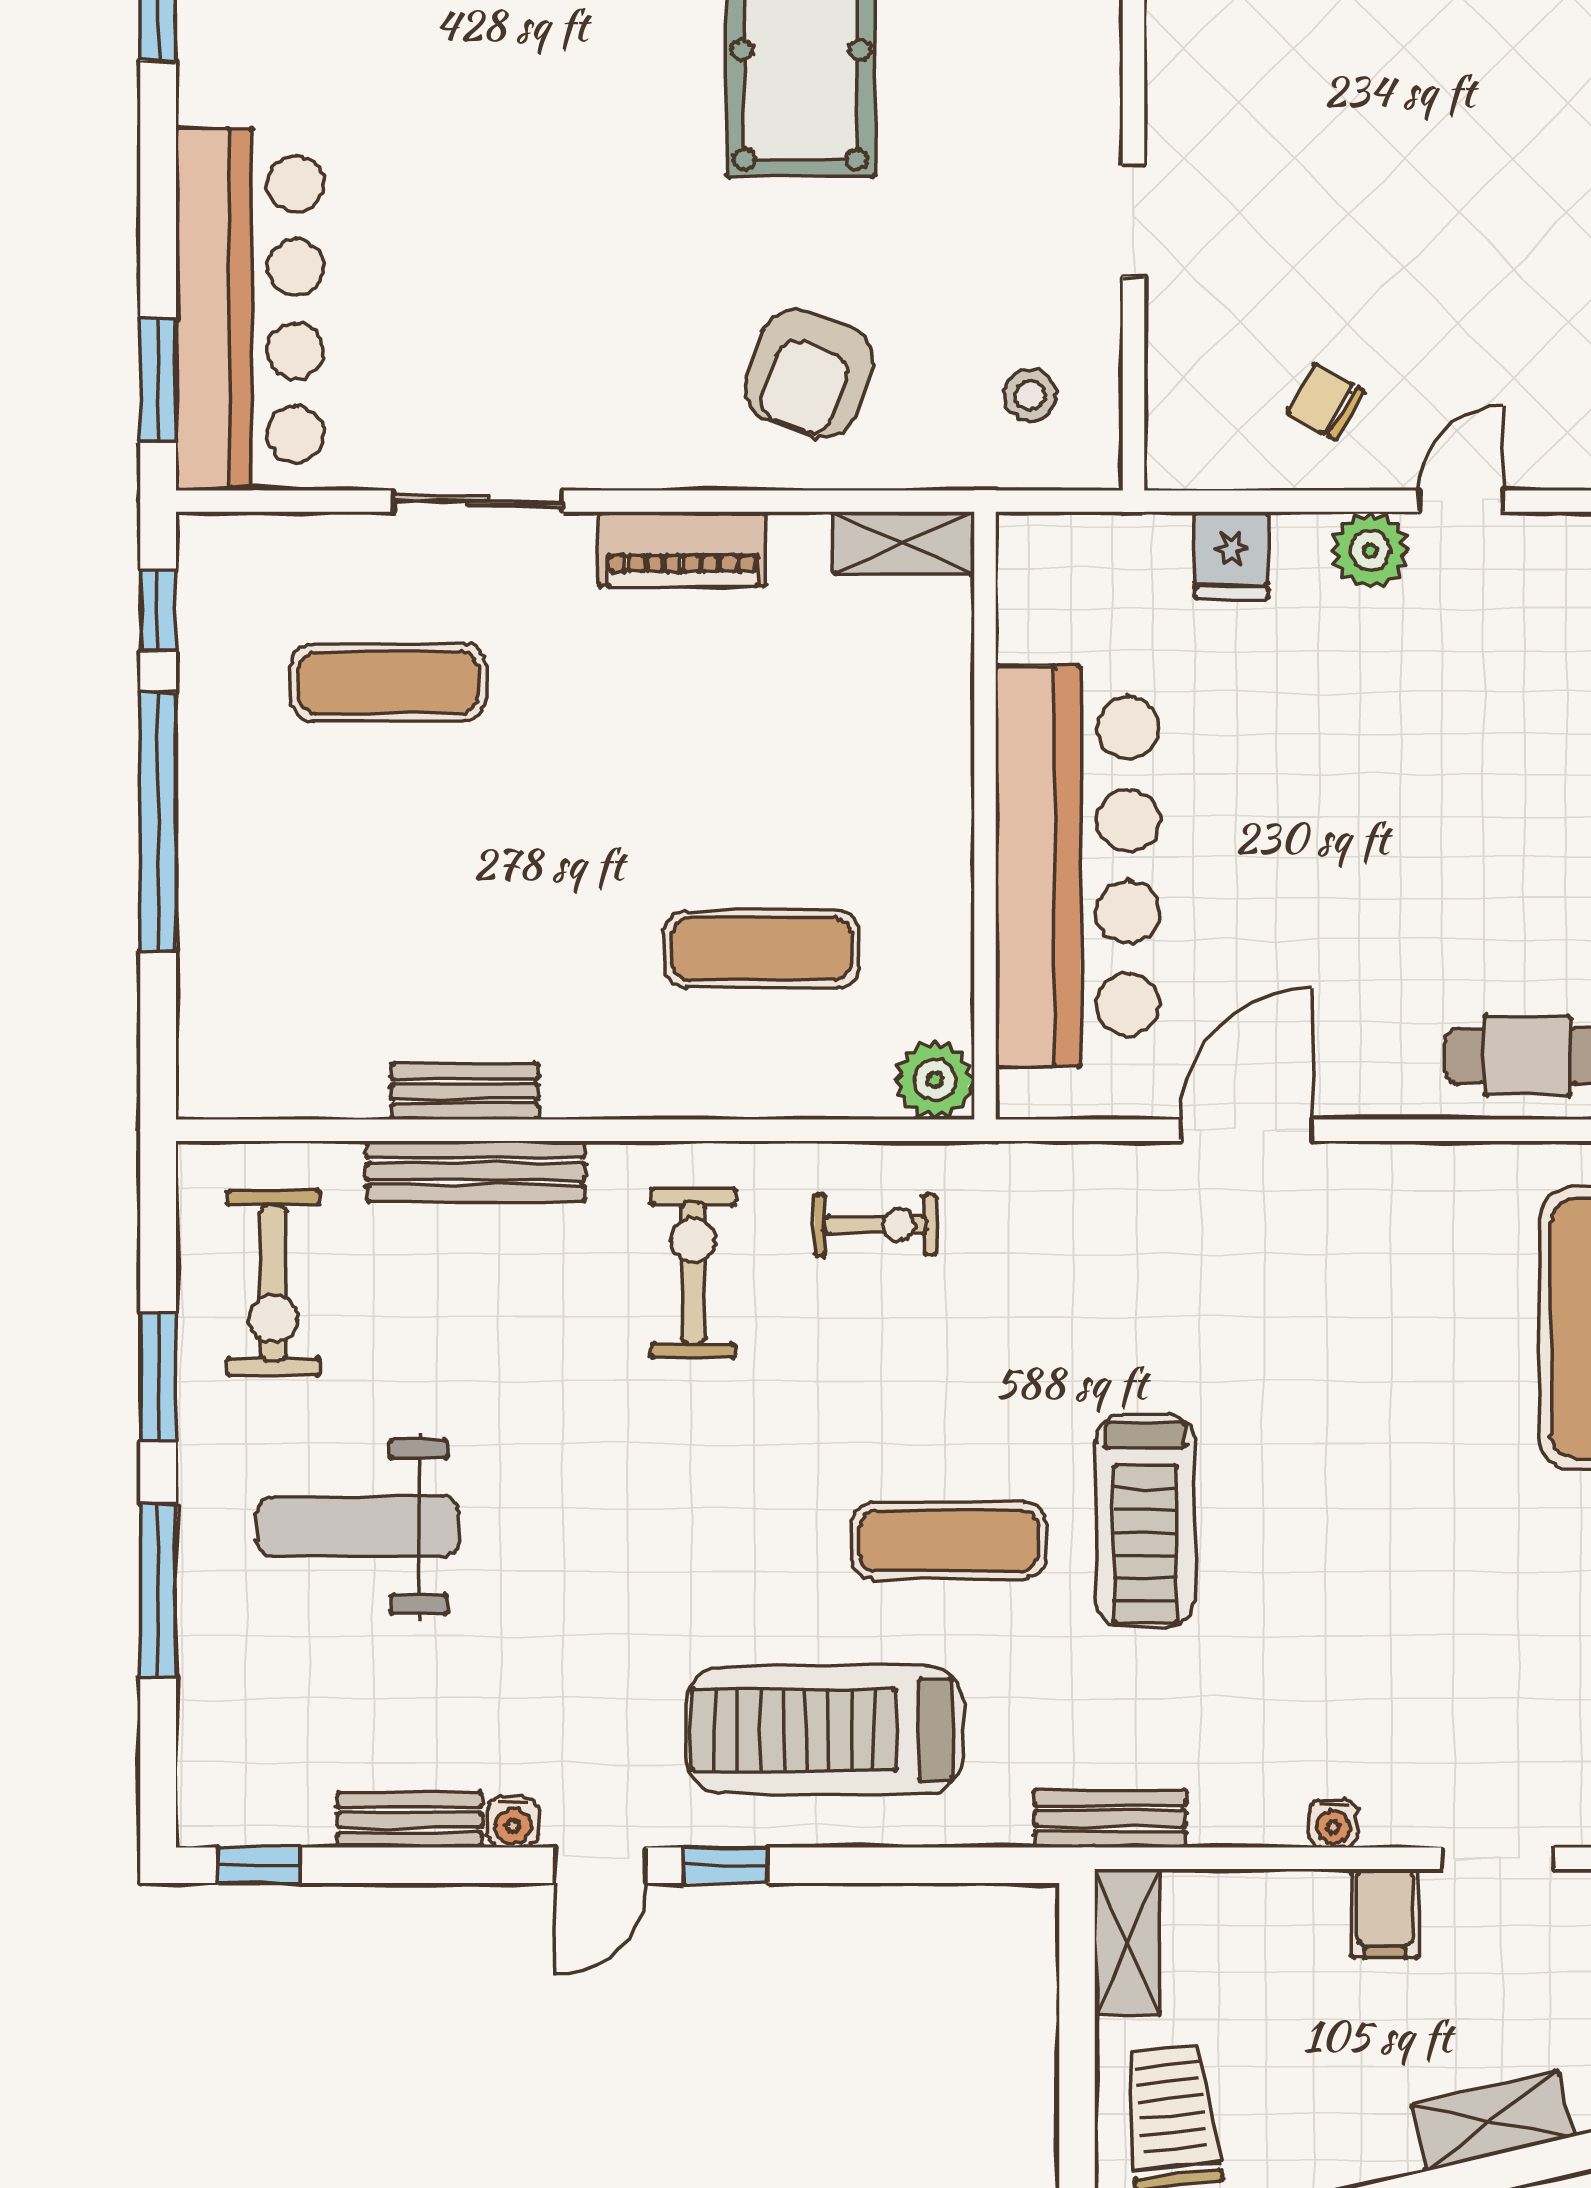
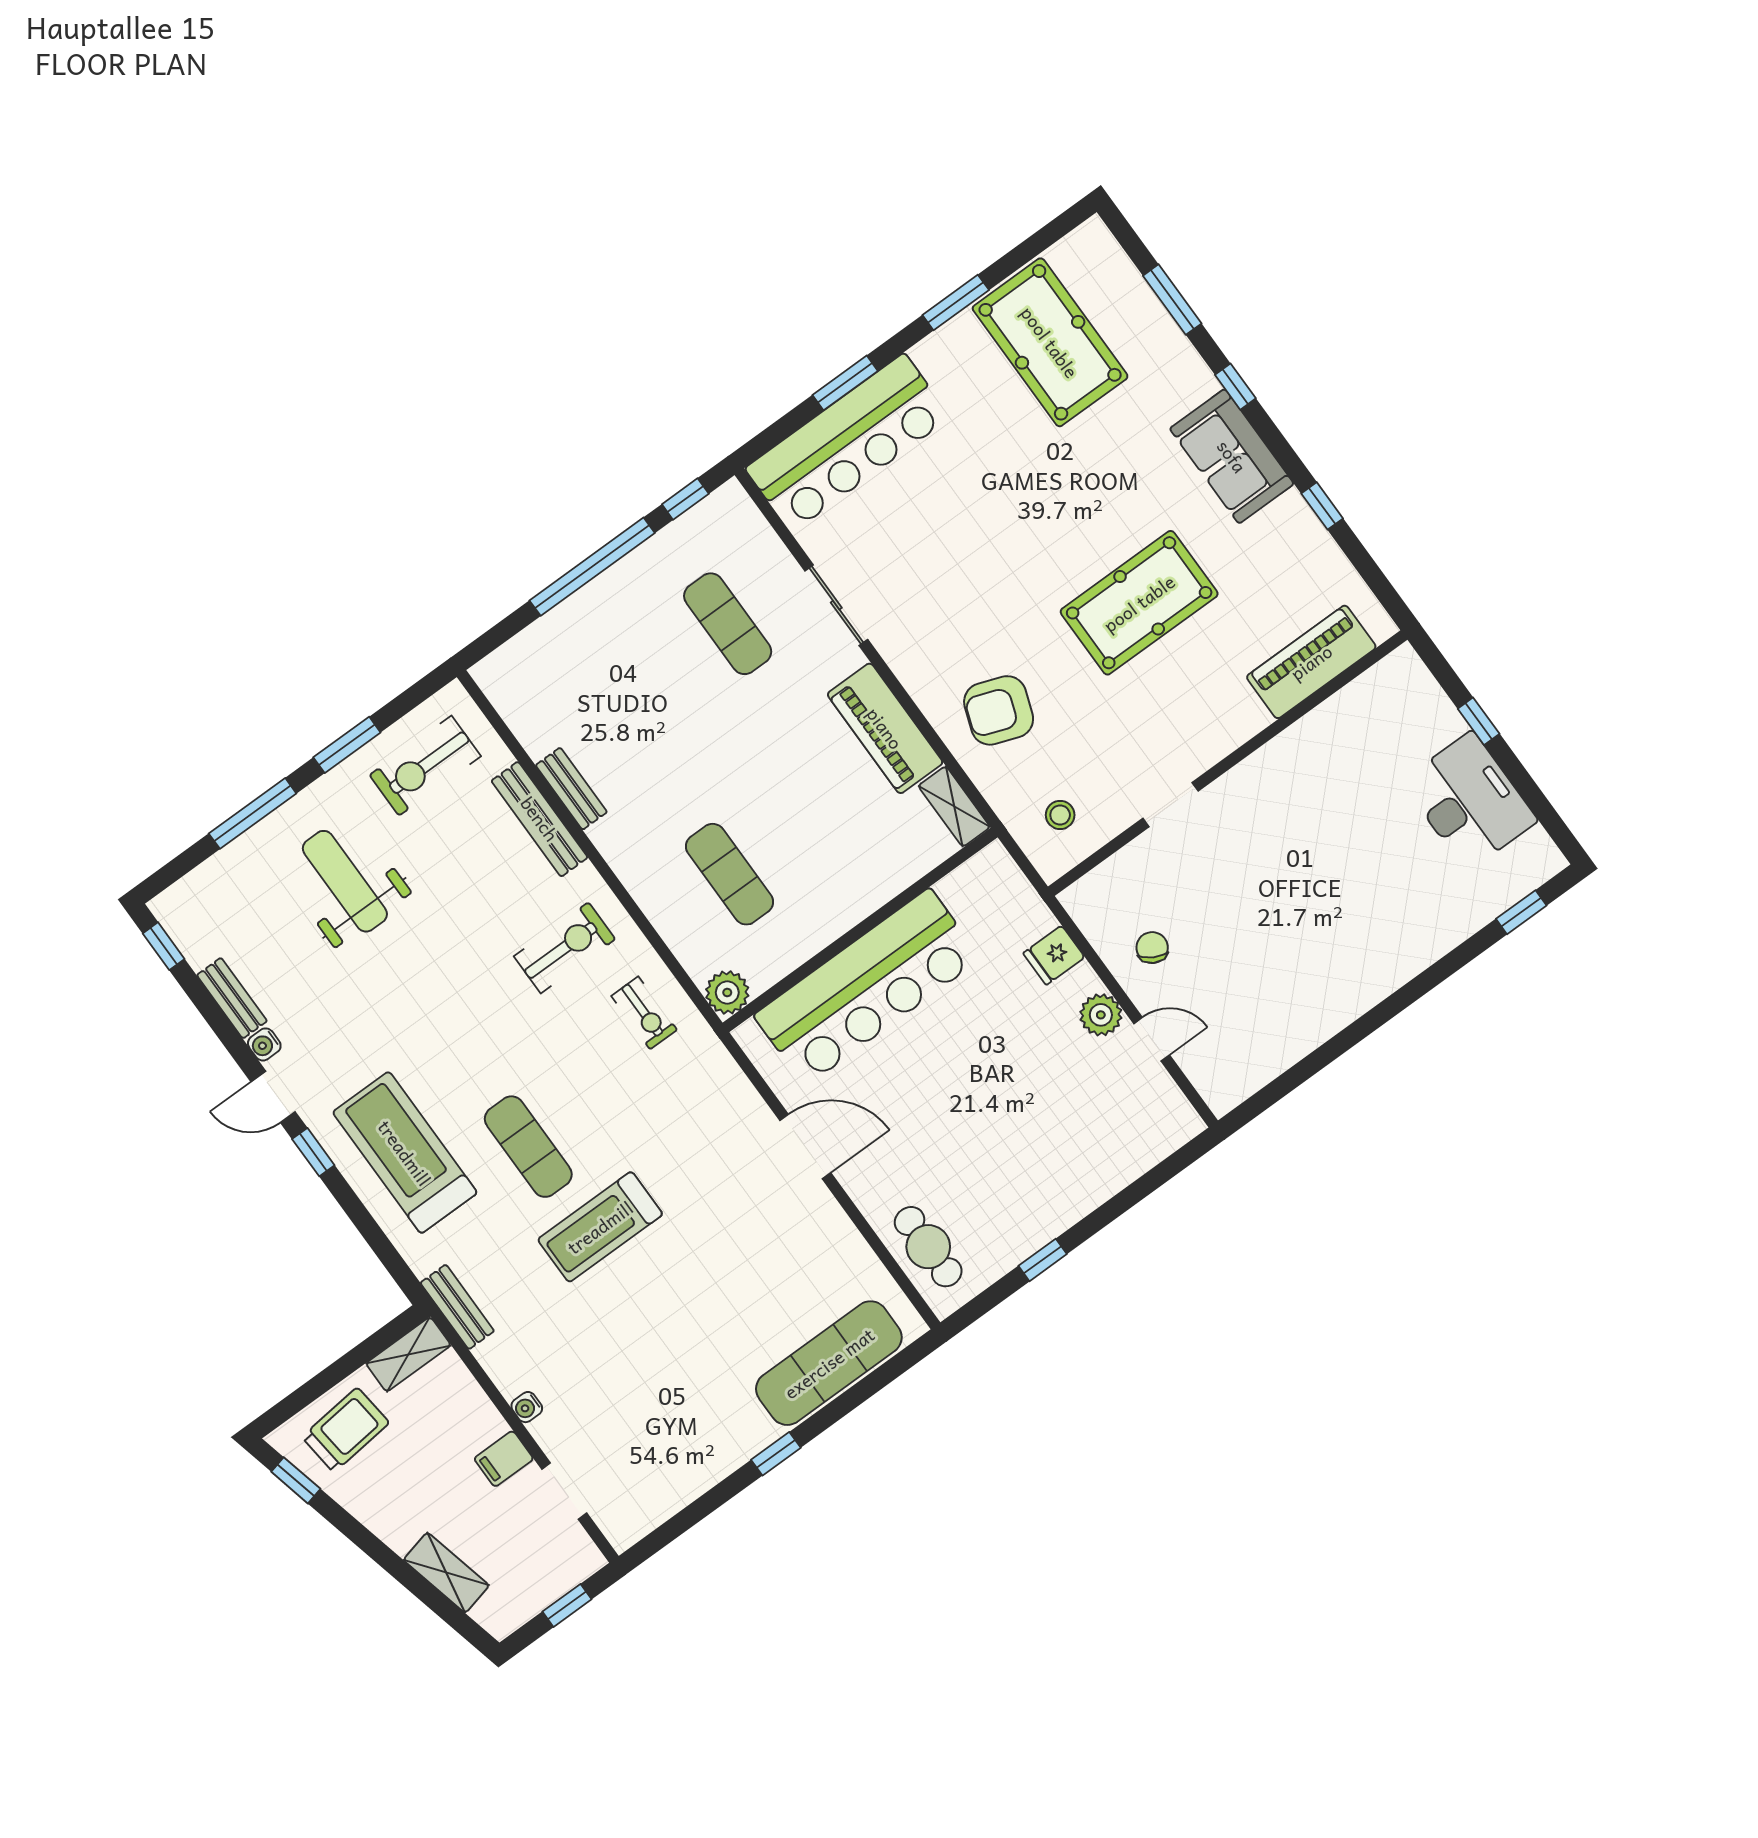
window: (158, 381) -> (845, 383), moved
piano: (682, 549) -> (885, 728), width x1.37, depth x1.33

